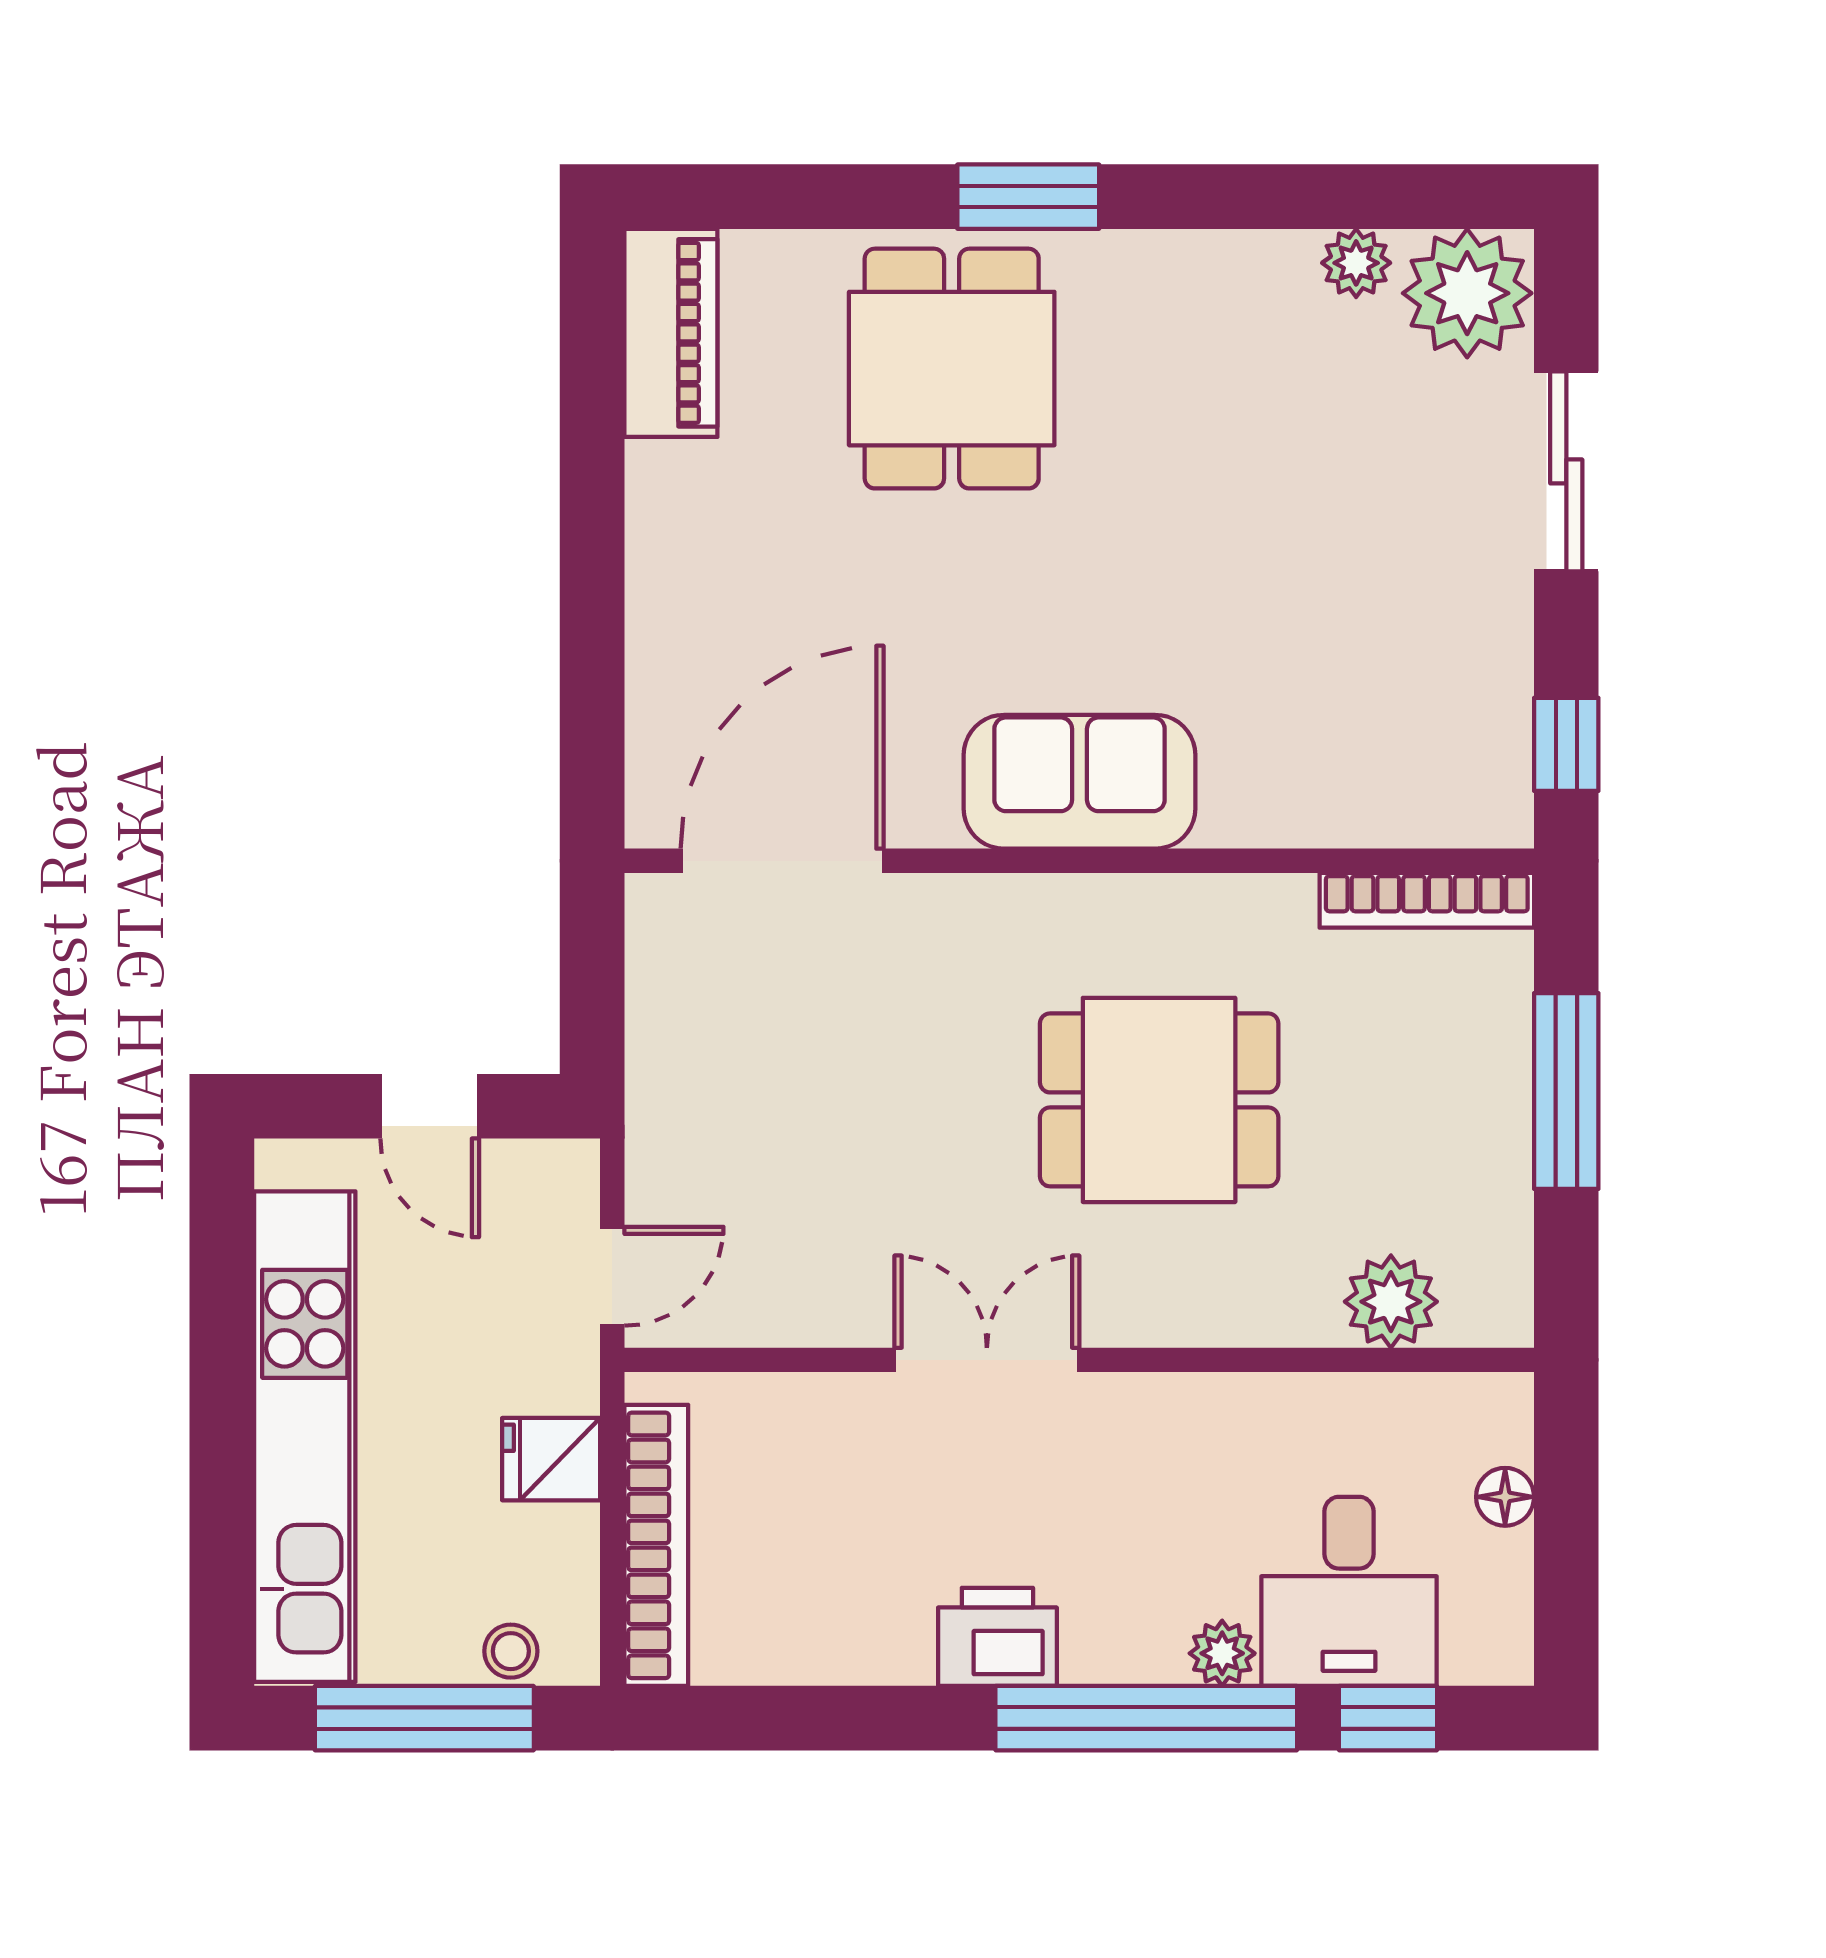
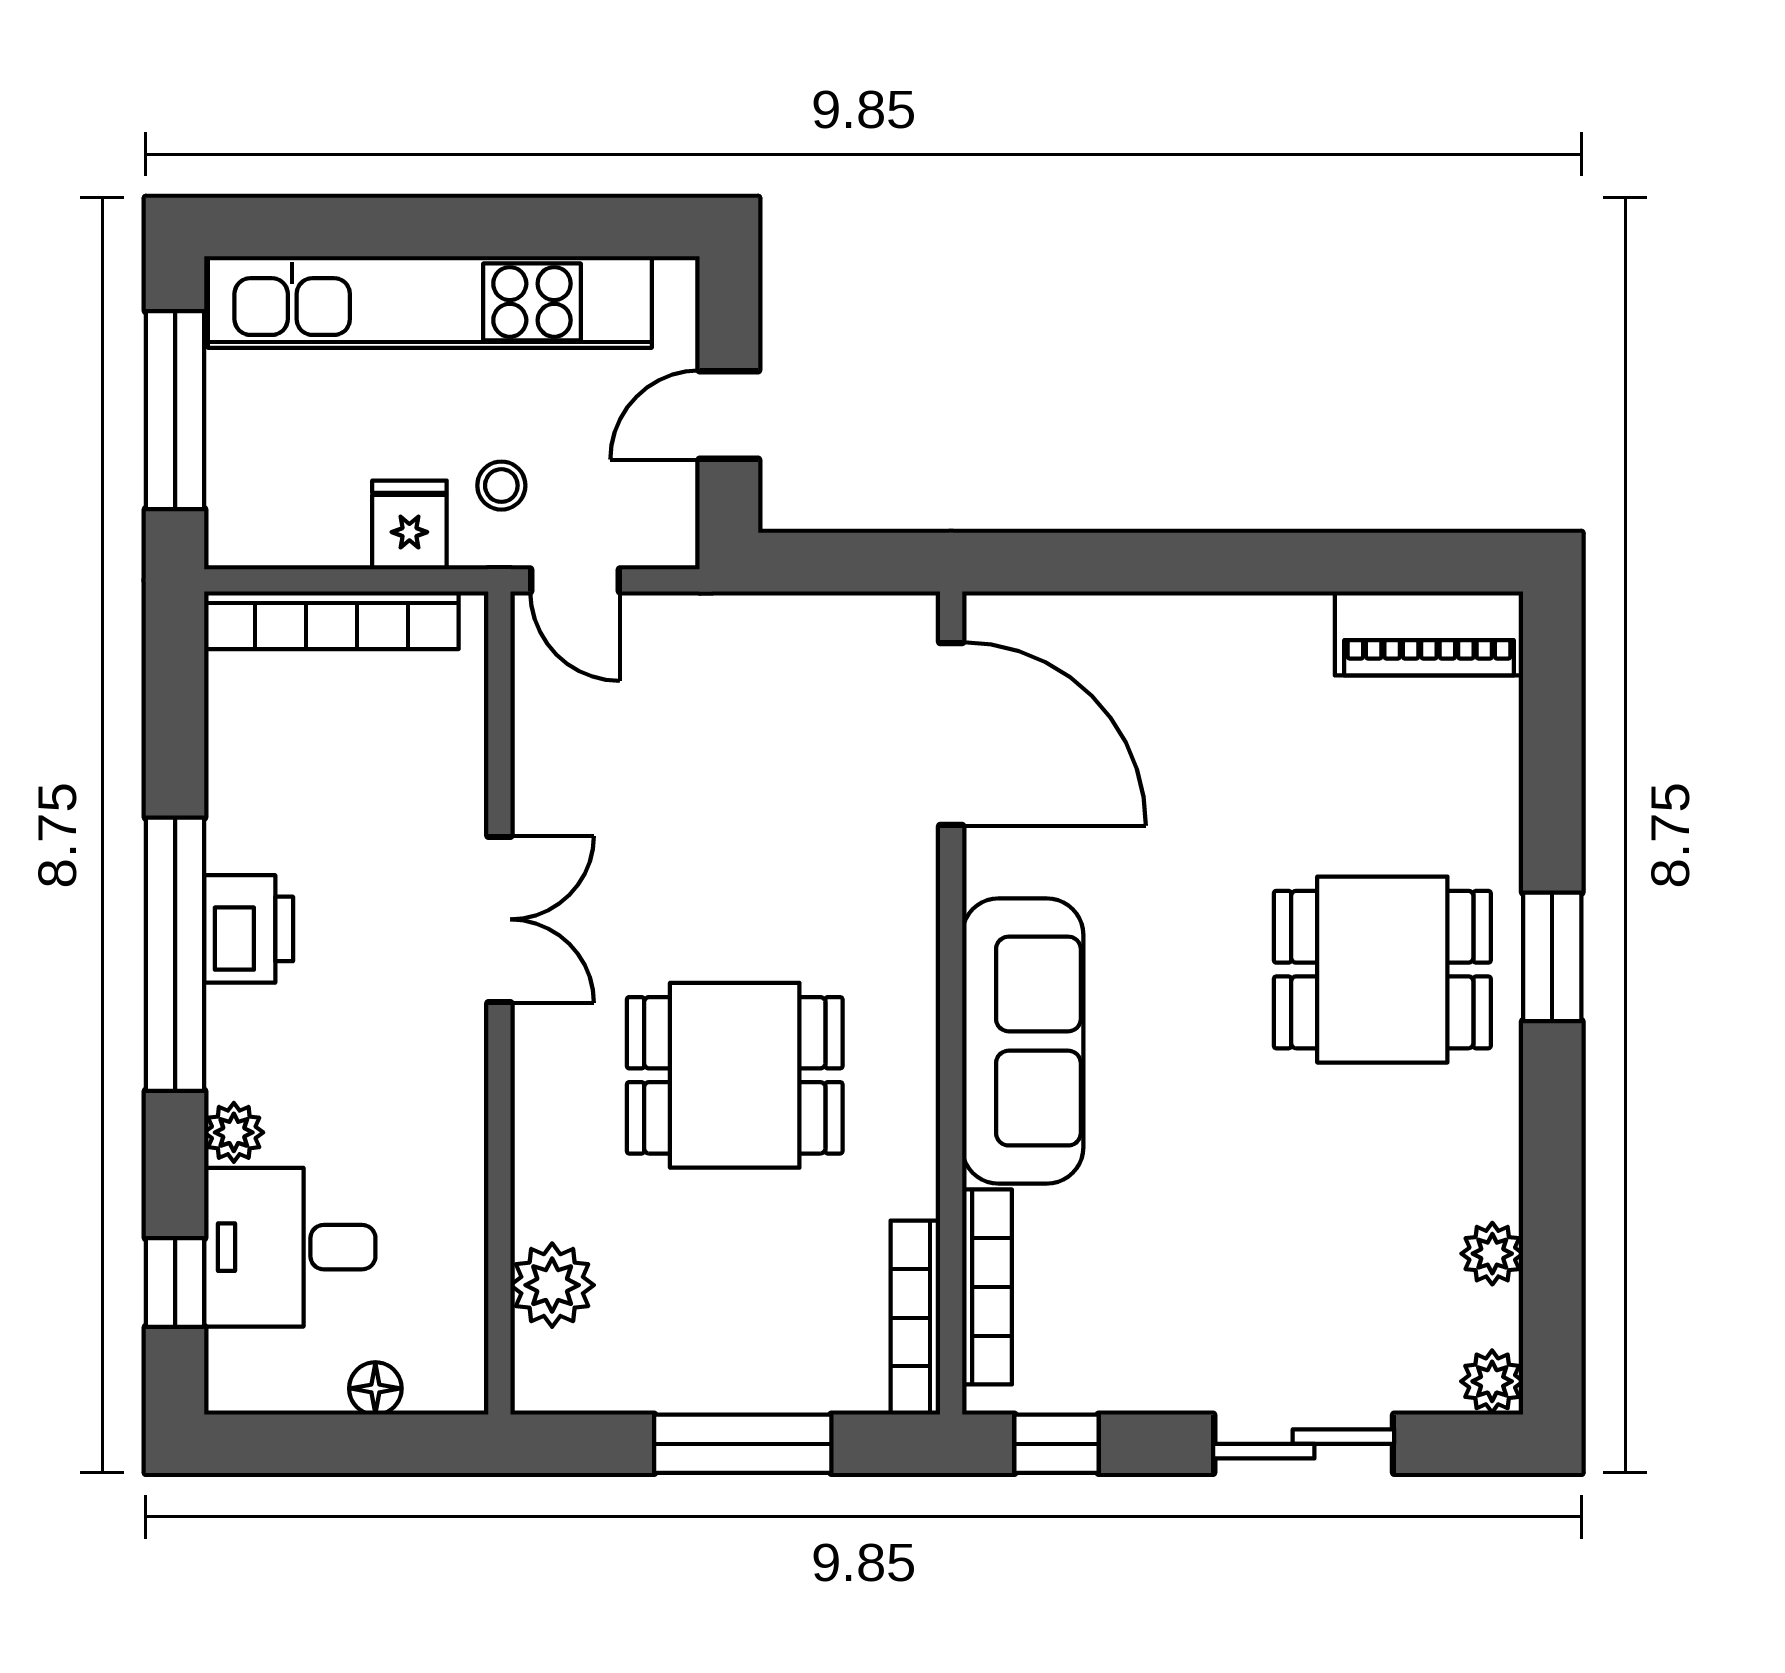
plant: (1467, 293) -> (1492, 1381), width x0.53, depth x0.53
dining table: (952, 369) -> (1382, 970), moved
sofa: (1080, 782) -> (1023, 1041), width x1.36
bookcase: (1393, 821) -> (987, 1287), added
dining table: (1159, 1100) -> (735, 1075), turned 90
stool: (511, 1651) -> (501, 486), moved
window: (1146, 1718) -> (175, 954), moved

